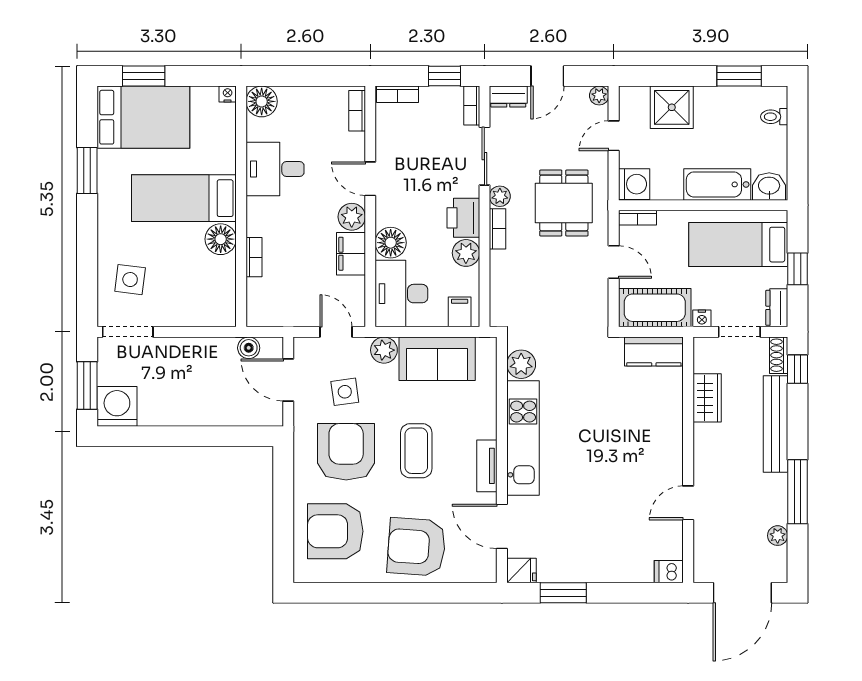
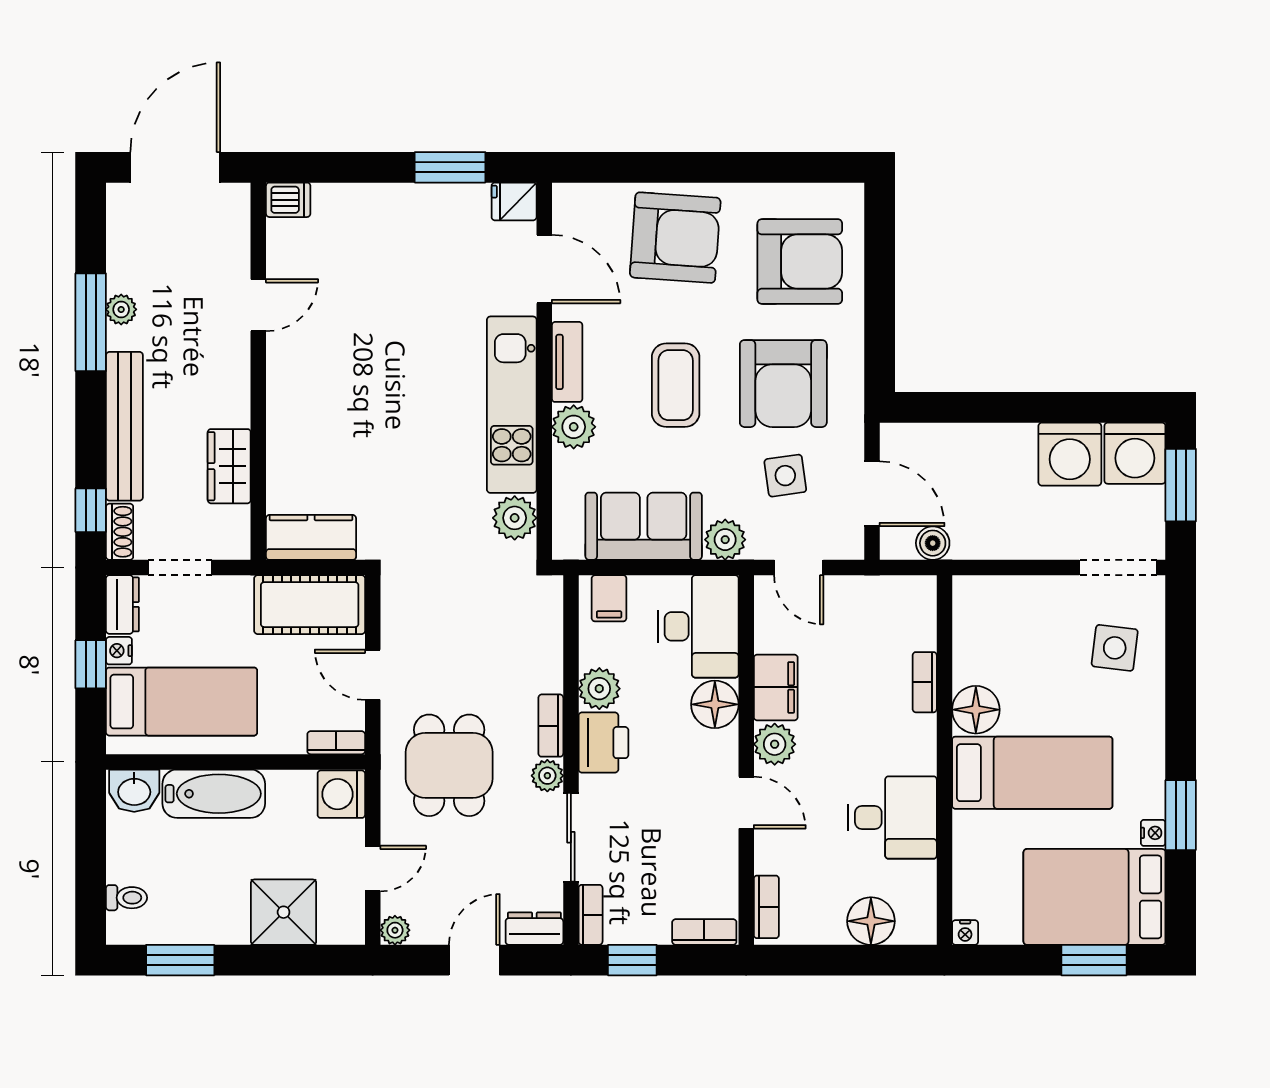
floor lamp: (262, 101) -> (871, 921), moved
nightstand: (105, 159) -> (1153, 833), added
nightstand: (702, 318) -> (119, 651), moved, turned -90
washing machine: (159, 406) -> (1070, 454), added
plant: (483, 424) -> (574, 427), added
plant: (778, 536) -> (121, 309), moved

